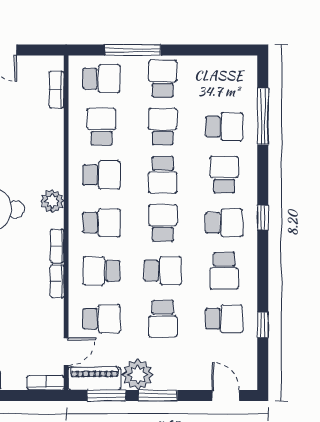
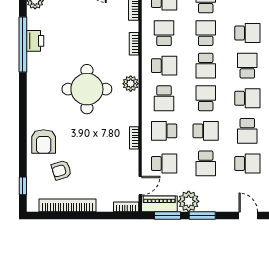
school desk: (101, 223) -> (164, 98), turned 90
bookcase: (57, 246) -> (134, 44), moved

